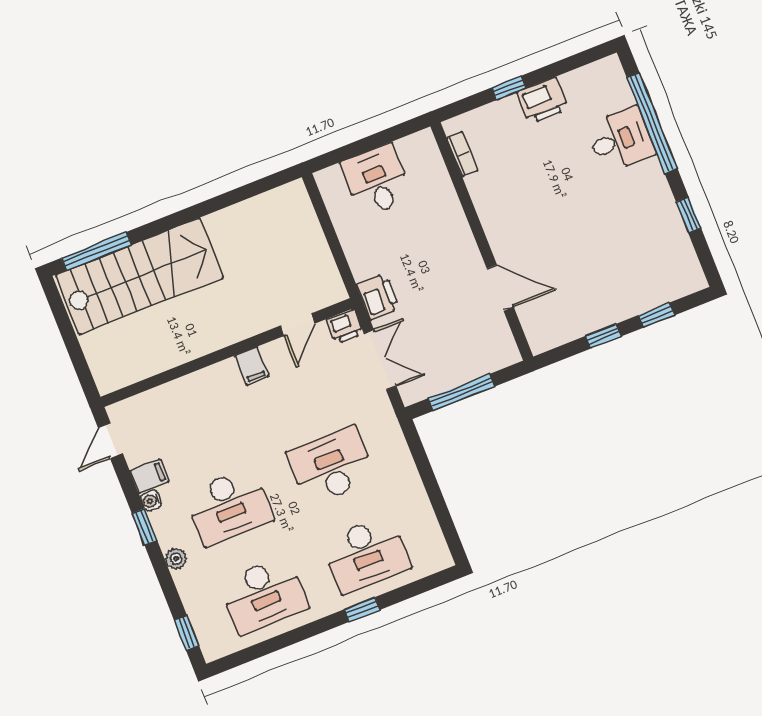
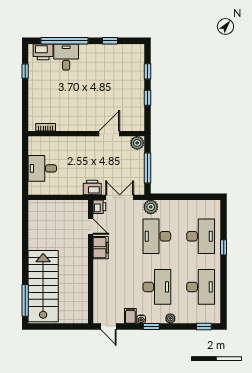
window: (509, 88) -> (25, 71), moved
printer: (543, 101) -> (43, 52), moved, turned 90
plant: (504, 352) -> (137, 143), added
filing cabinet: (252, 366) -> (101, 248), width x2.00
plant: (385, 430) -> (151, 207), added

